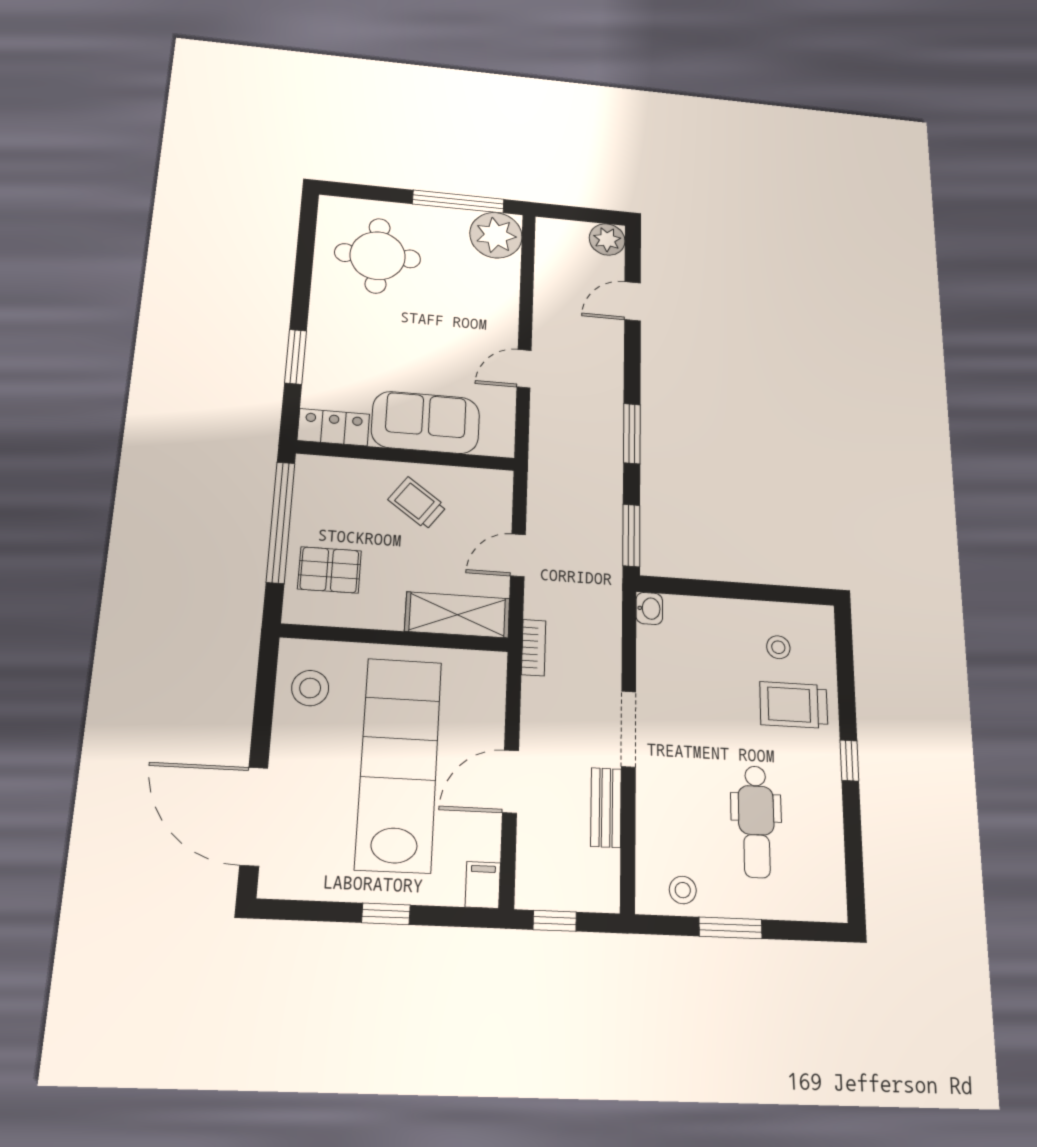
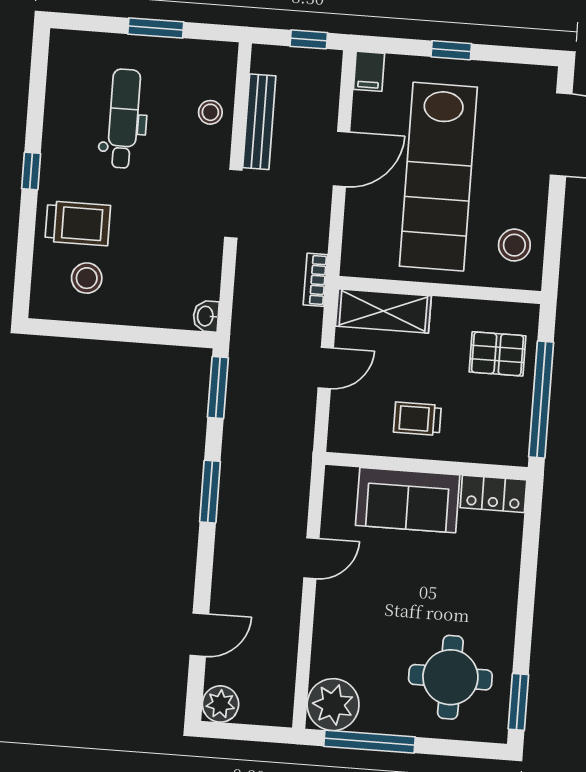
window: (296, 357) -> (518, 702), moved
trolley: (417, 503) -> (417, 419), turned 144
stool: (778, 647) -> (87, 278), width x1.37, depth x1.37
bench: (606, 807) -> (259, 122), width x1.36
stool: (683, 890) -> (210, 112), moved

